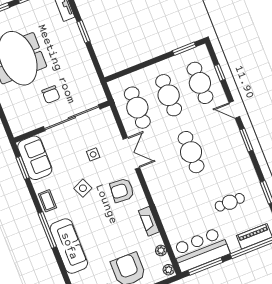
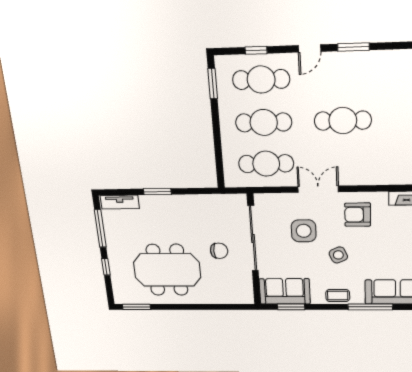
side table: (93, 154) -> (304, 231), width x1.87, depth x1.87
armchair: (122, 190) -> (358, 215), turned 86

